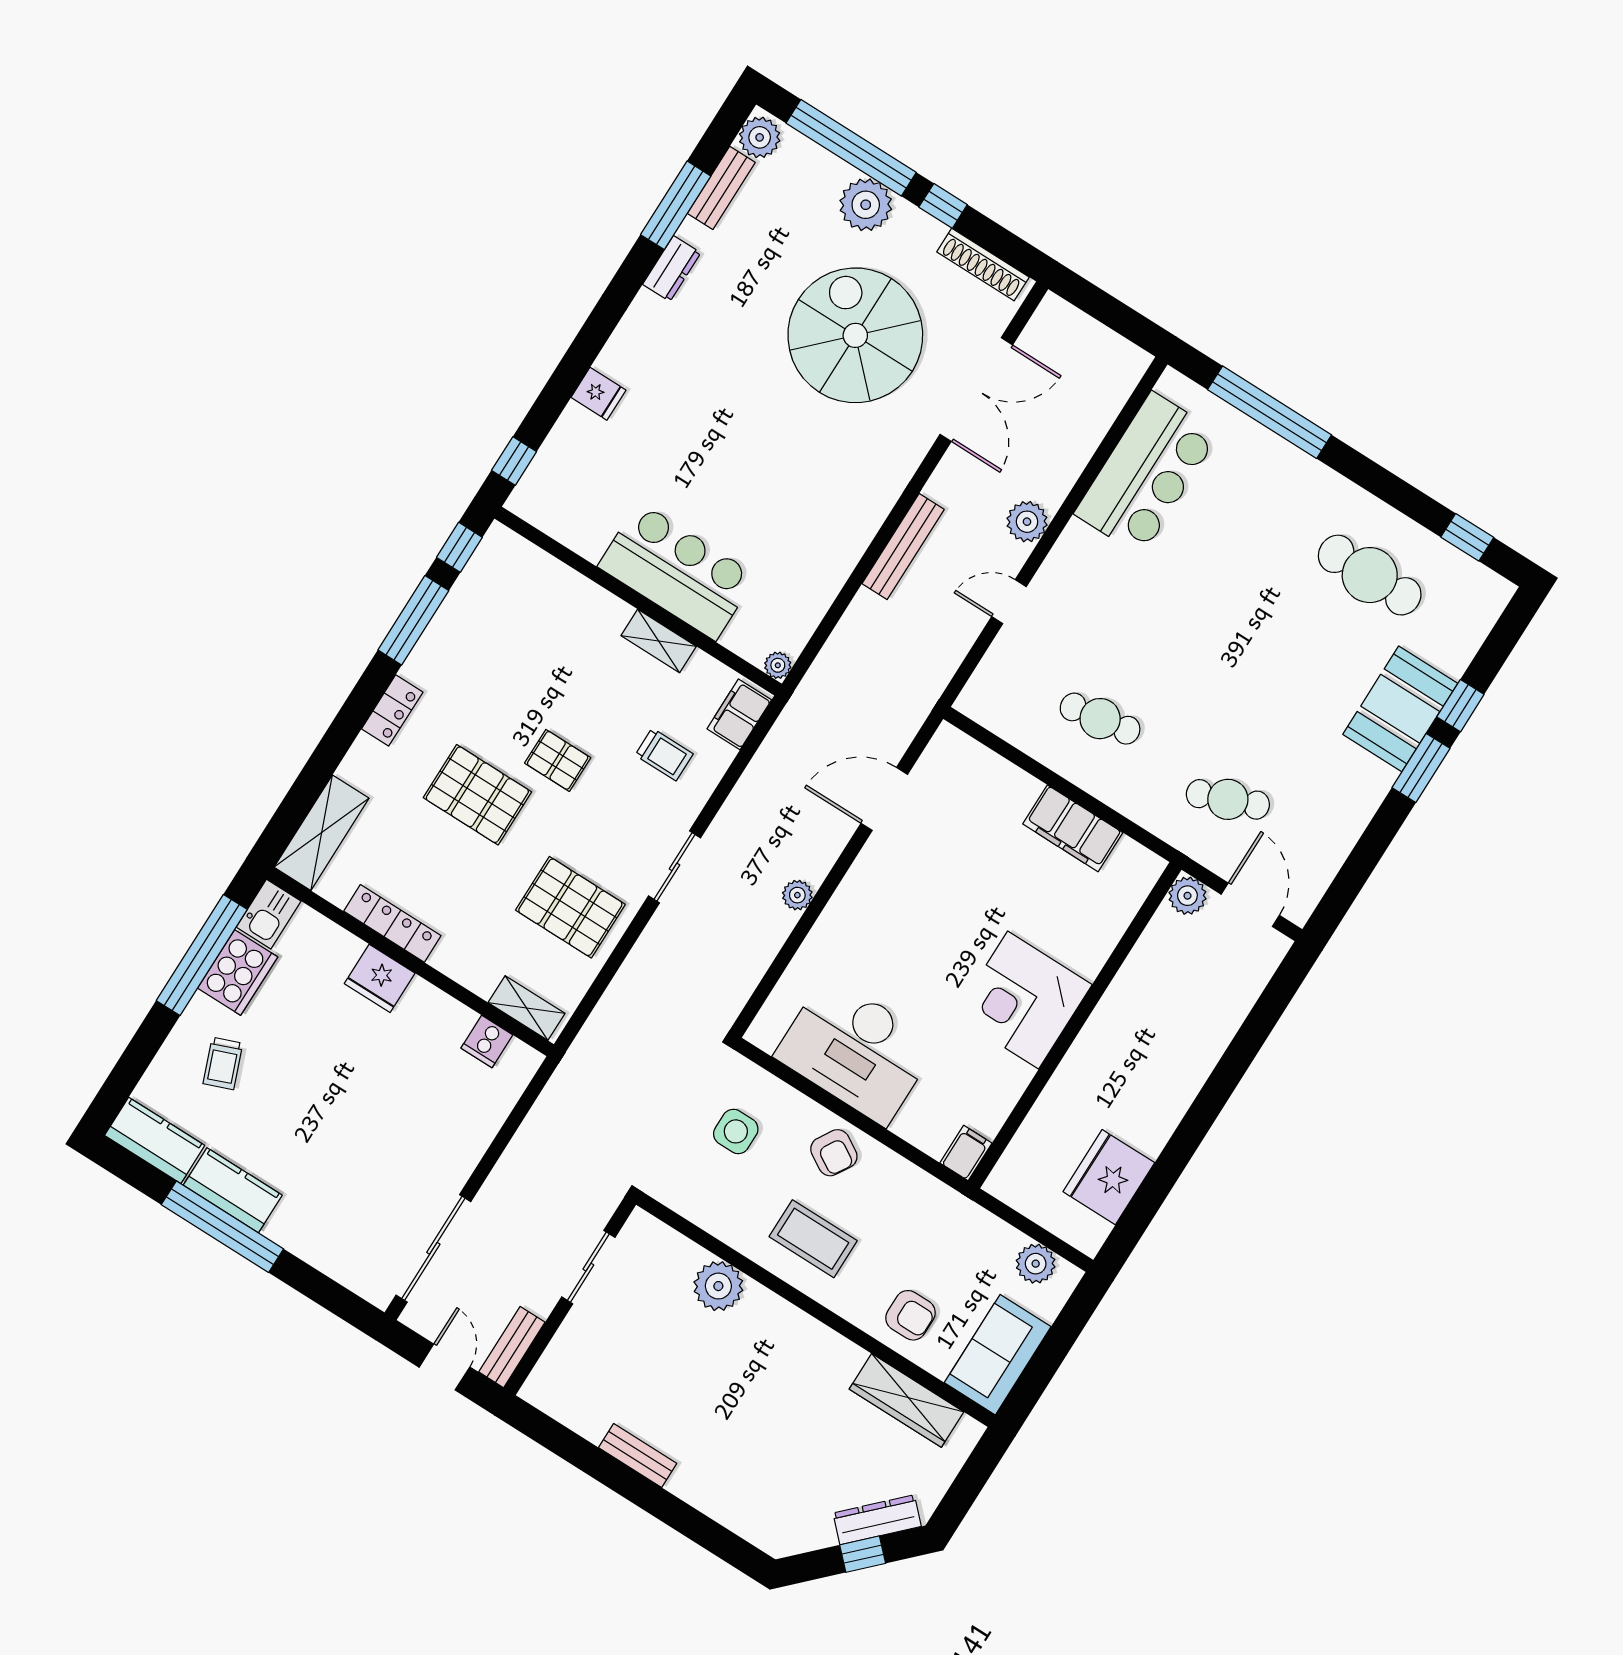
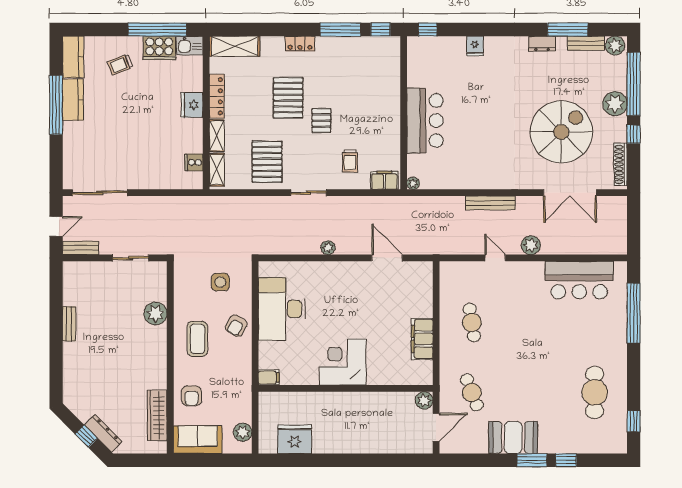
shelving: (659, 641) -> (217, 136), moved
booth: (1400, 709) -> (513, 438), moved

